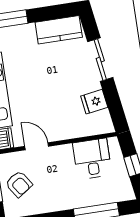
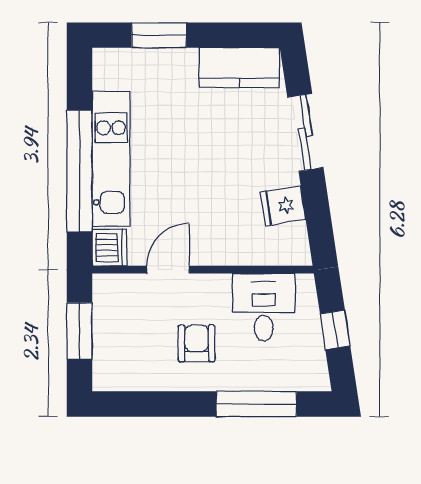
door: (37, 146) -> (168, 270), hinge flipped
armchair: (19, 184) -> (197, 343), moved, turned -146

